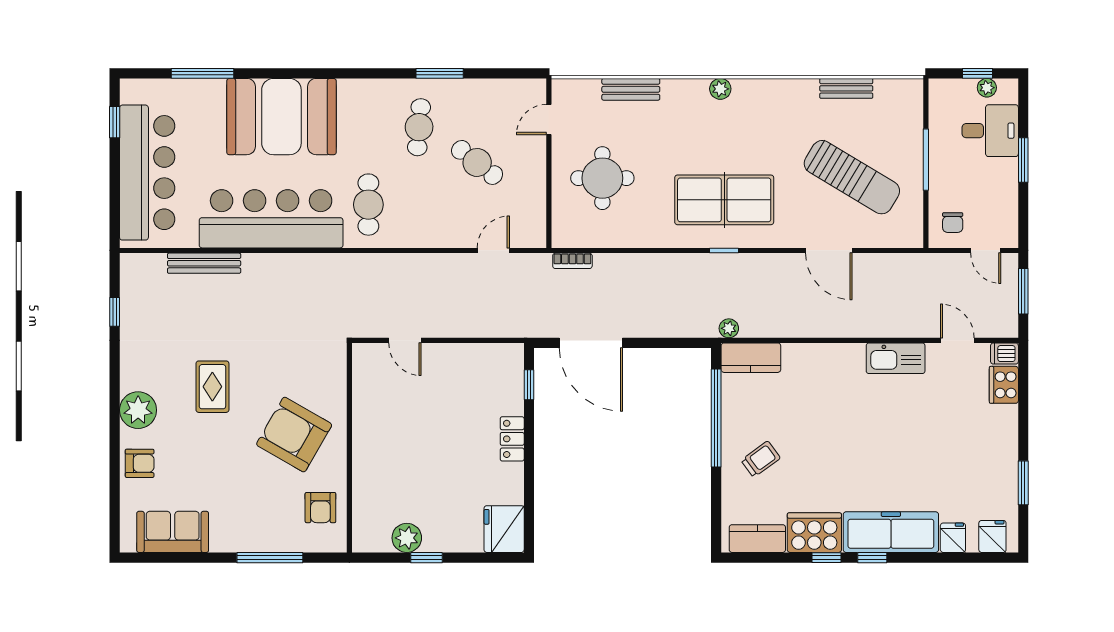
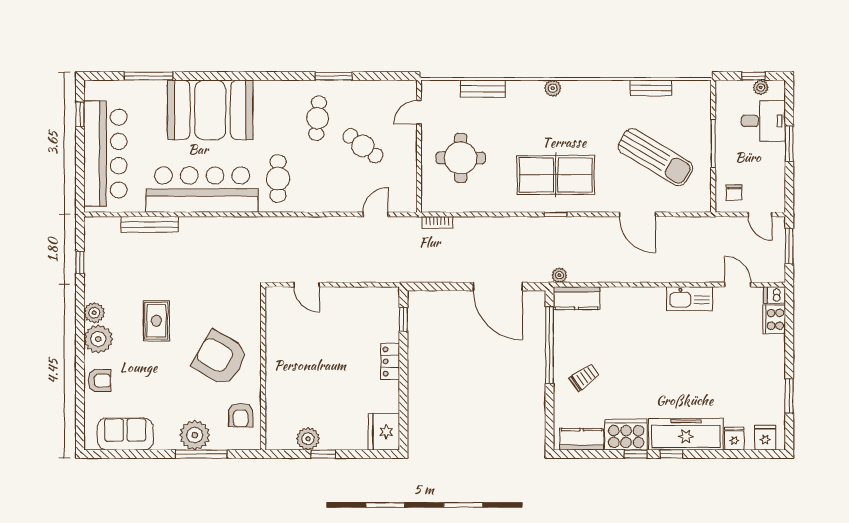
door: (591, 343) -> (498, 287), moved
plant: (133, 376) -> (94, 313), added
plant: (262, 533) -> (195, 435), added

